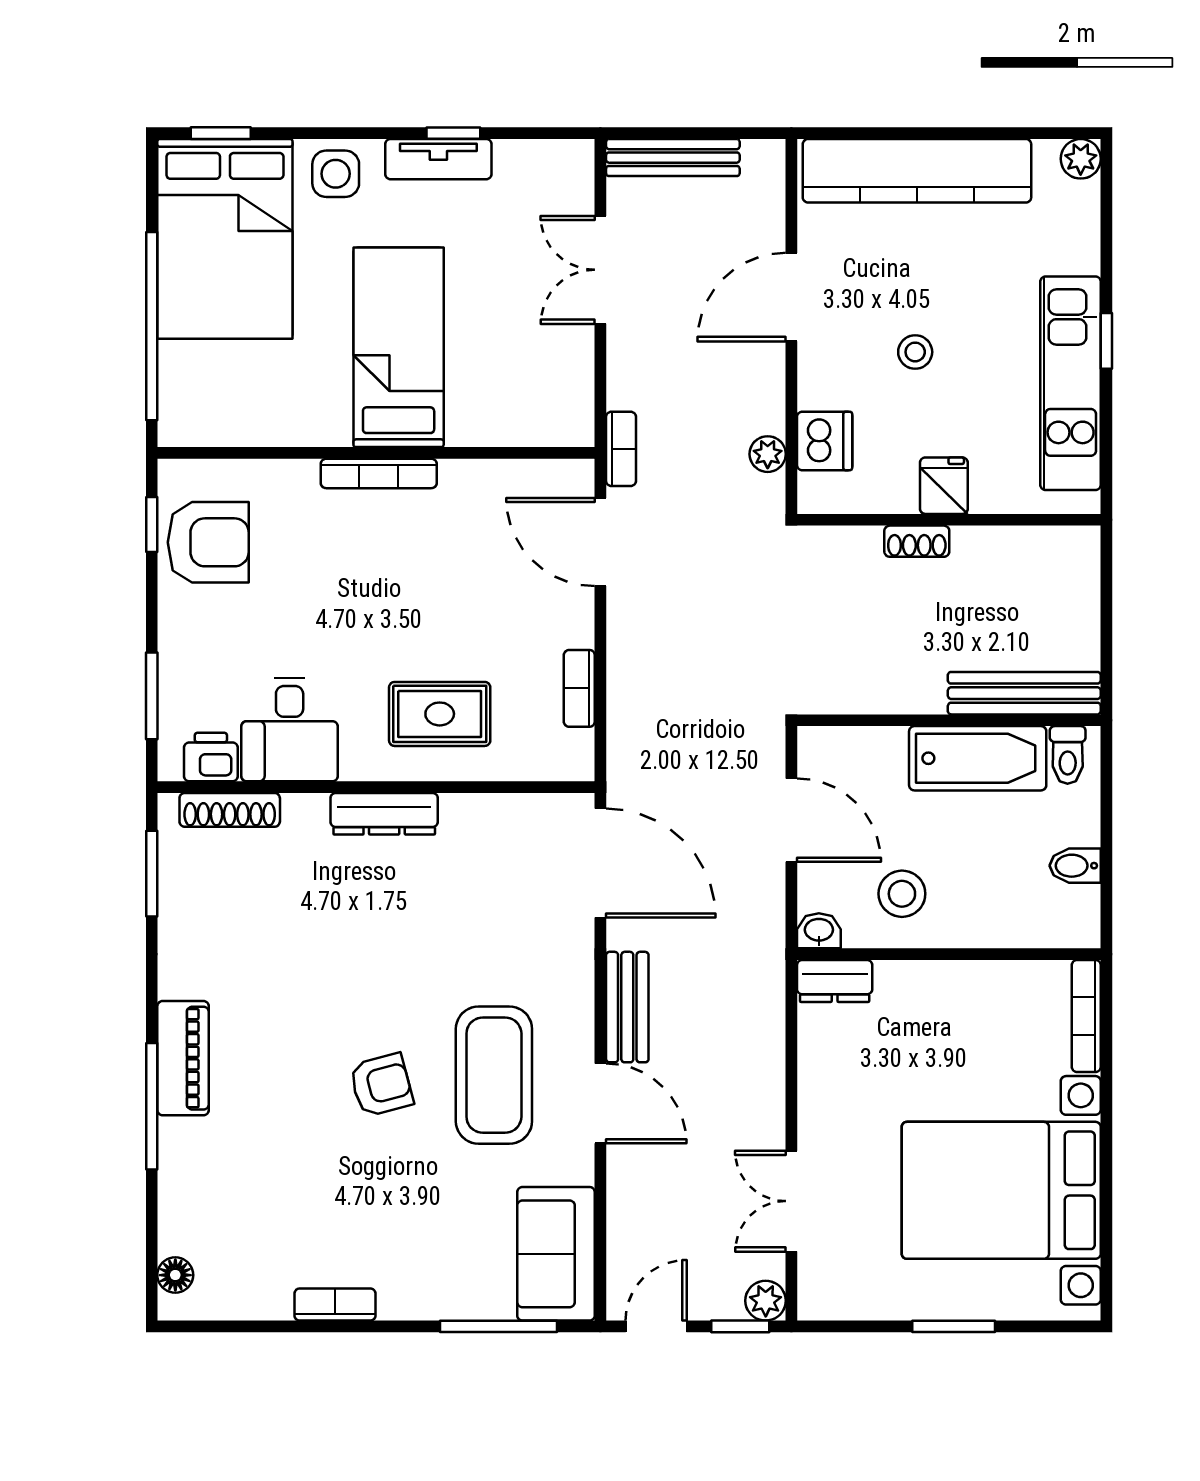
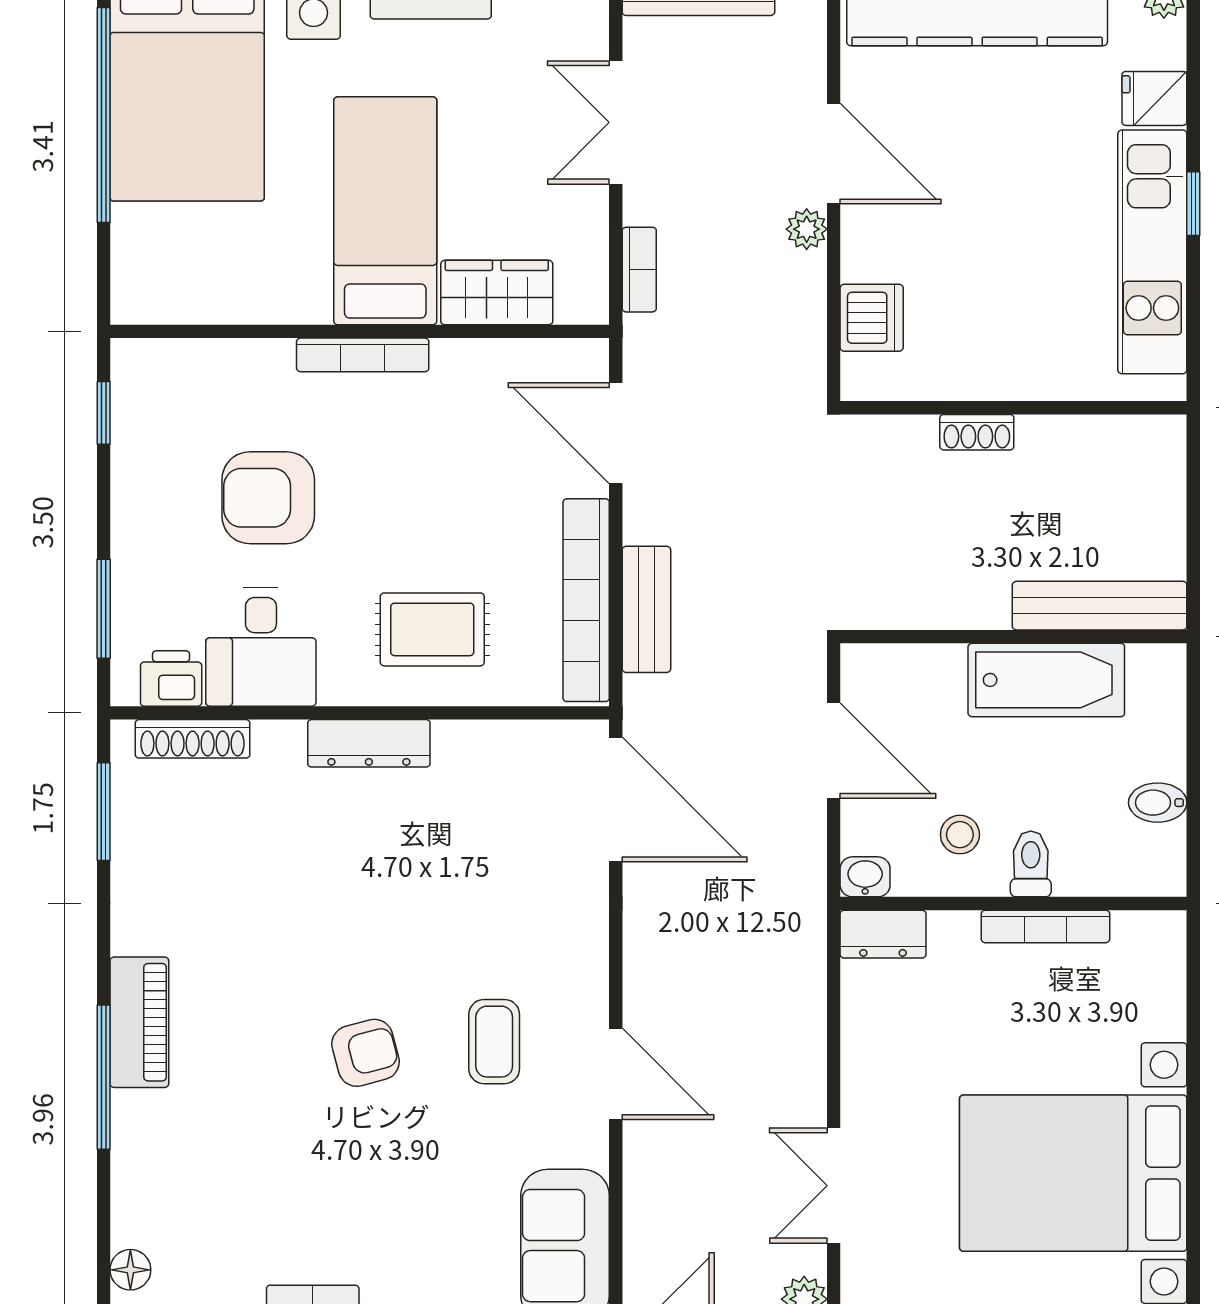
door: (791, 297) -> (834, 154), swing flipped
window: (152, 326) -> (104, 115), moved
stool: (915, 352) -> (975, 216), removed
wardrobe: (496, 419) -> (497, 293), added
bookcase: (621, 449) -> (639, 270), moved
plant: (768, 454) -> (807, 229), moved
fridge: (944, 486) -> (1154, 98), moved, turned -90
armchair: (208, 542) -> (268, 498), moved, turned 180
bookcase: (579, 688) -> (586, 600), width x2.31, depth x1.31
toilet: (1068, 755) -> (1031, 864), moved, turned 180
stool: (902, 894) -> (960, 835), width x0.73, depth x0.73
bench: (627, 1007) -> (646, 609), moved
bookcase: (1086, 1016) -> (1045, 926), moved, turned -90
coffee table: (494, 1075) -> (494, 1042), width x0.54, depth x0.58

